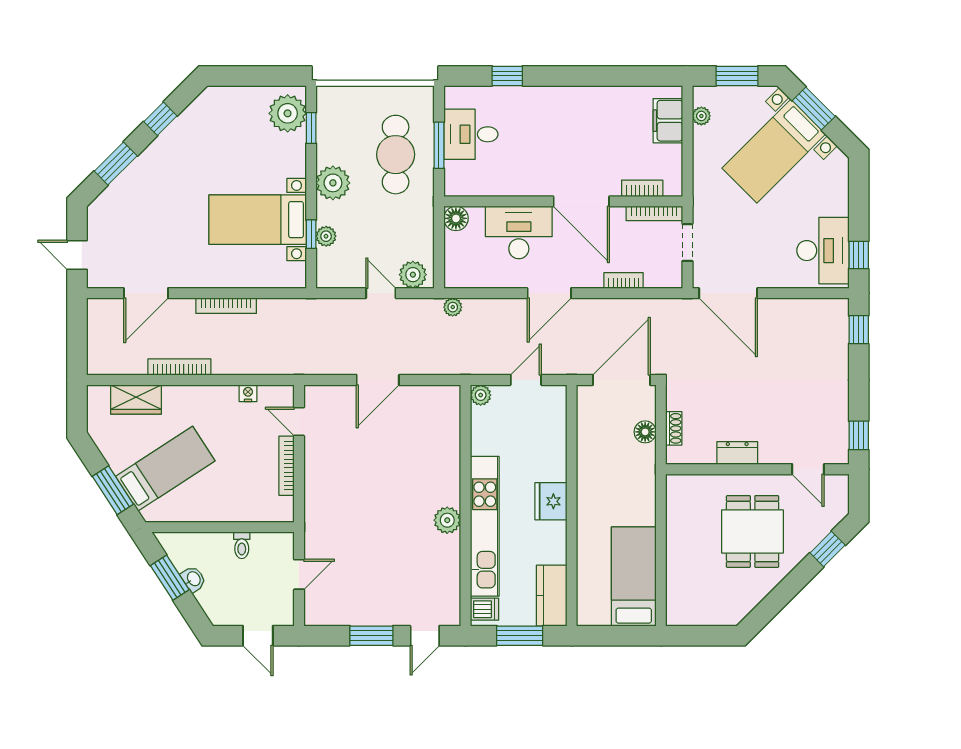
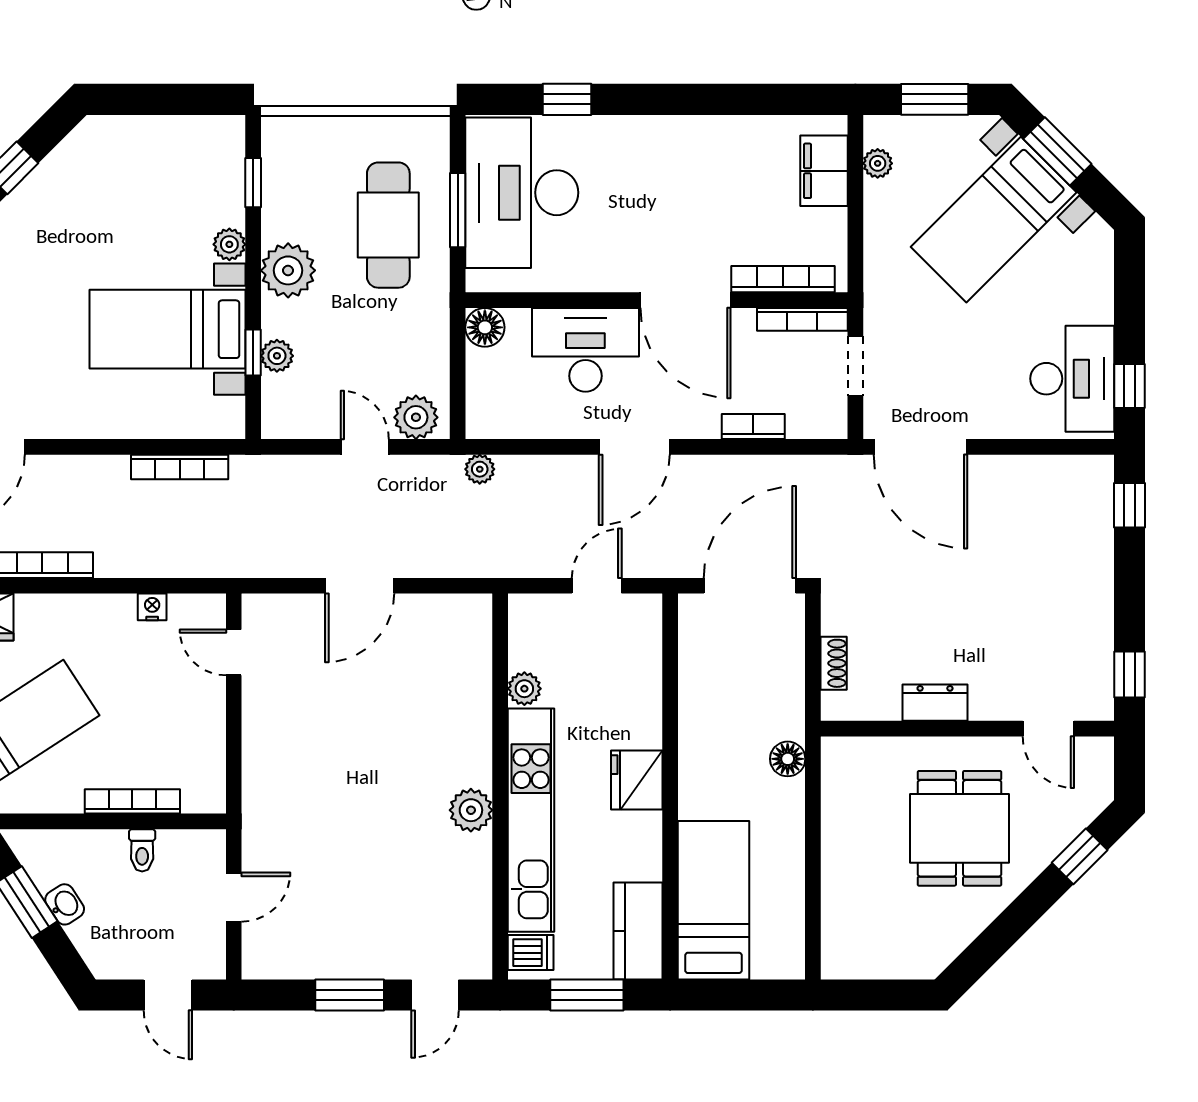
plant: (288, 113) -> (229, 244), moved, width x0.53, depth x0.53
desk: (471, 134) -> (522, 193), width x1.87, depth x1.30
bookcase: (642, 188) -> (783, 279), width x1.56
bookcase: (226, 306) -> (180, 467), moved
plant: (481, 395) -> (524, 689), moved
floor lamp: (645, 432) -> (788, 759), moved
bookcase: (287, 466) -> (132, 801), moved, turned 90
bed: (634, 576) -> (713, 900), moved

